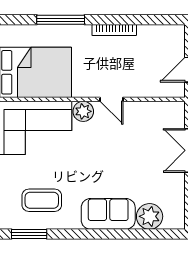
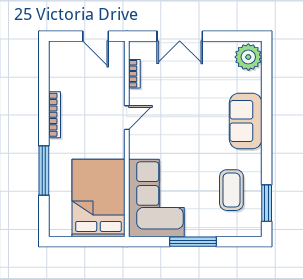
bookcase: (154, 107) -> (134, 74), added
plant: (83, 111) -> (139, 147), removed
plant: (150, 216) -> (248, 57), moved

